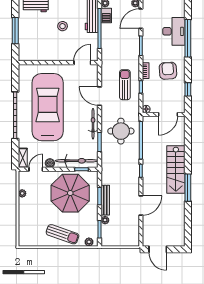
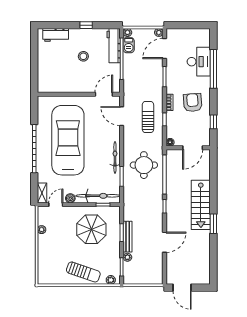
window: (15, 31) -> (34, 61), removed
door: (99, 96) -> (122, 116), moved
window: (188, 188) -> (213, 224), width x0.69
parasol: (70, 193) -> (91, 229), width x0.73, depth x0.73

